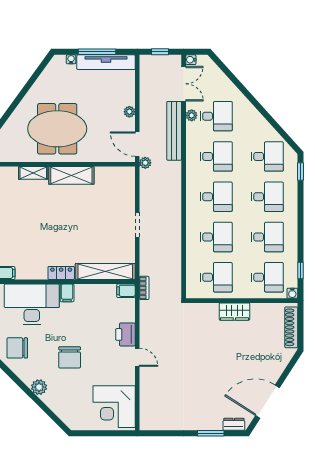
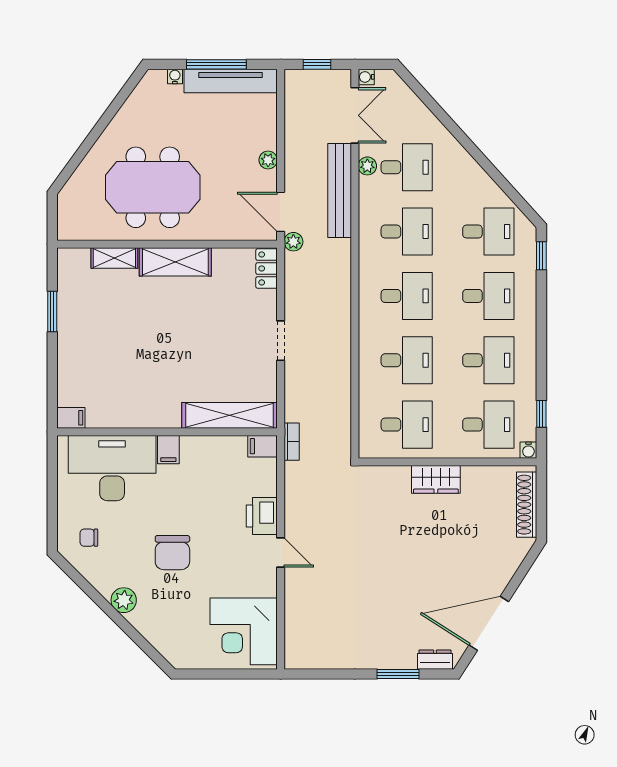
locker: (61, 273) -> (267, 268), moved, turned -90
chair: (17, 348) -> (89, 538), width x0.54, depth x0.54

